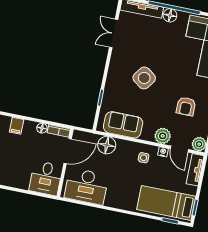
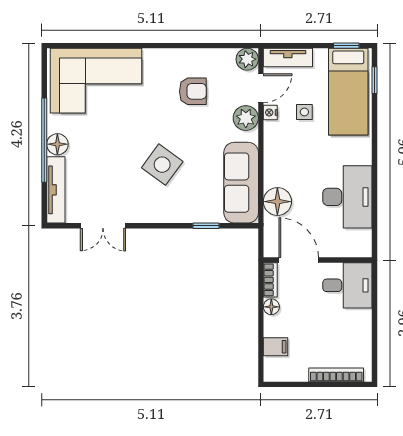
sofa: (123, 125) -> (241, 183), width x1.36
side table: (144, 158) -> (304, 112), moved
desk: (86, 186) -> (347, 197), moved

